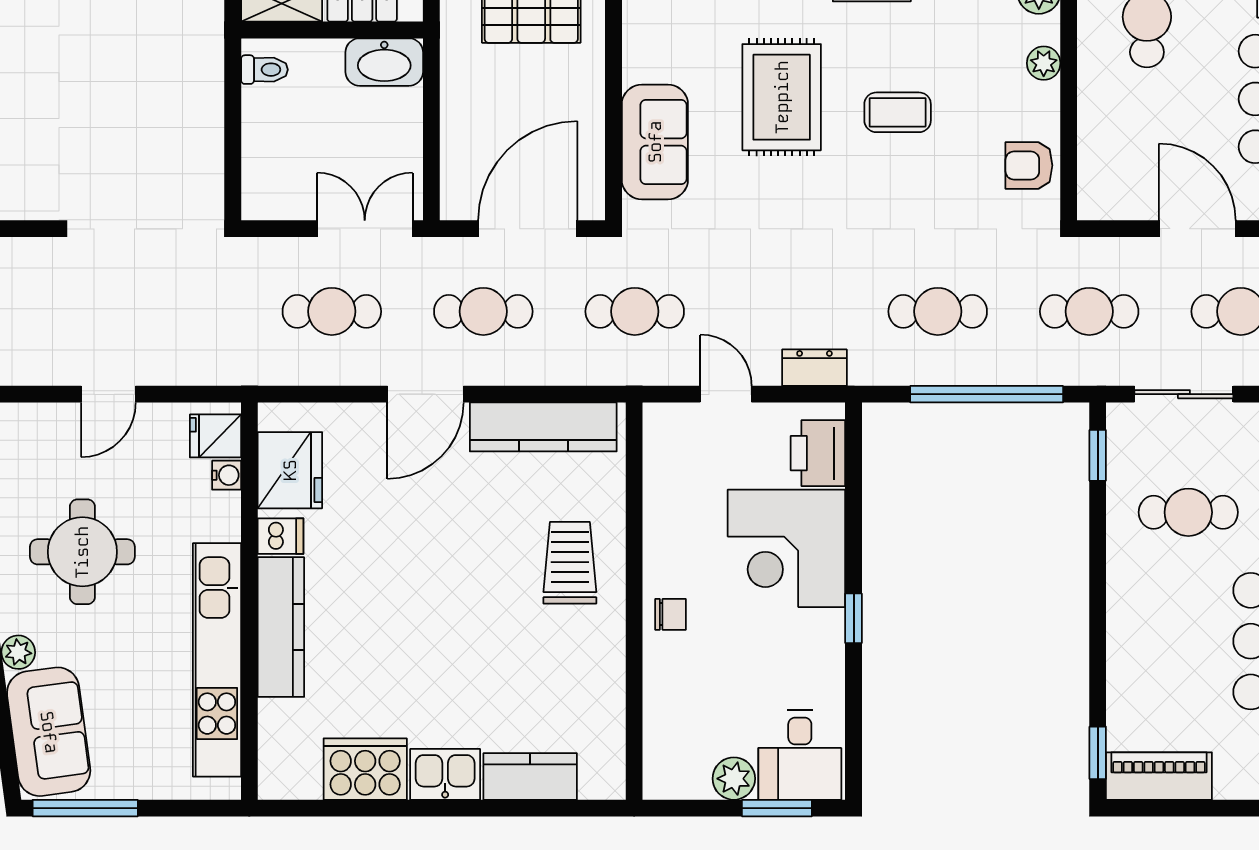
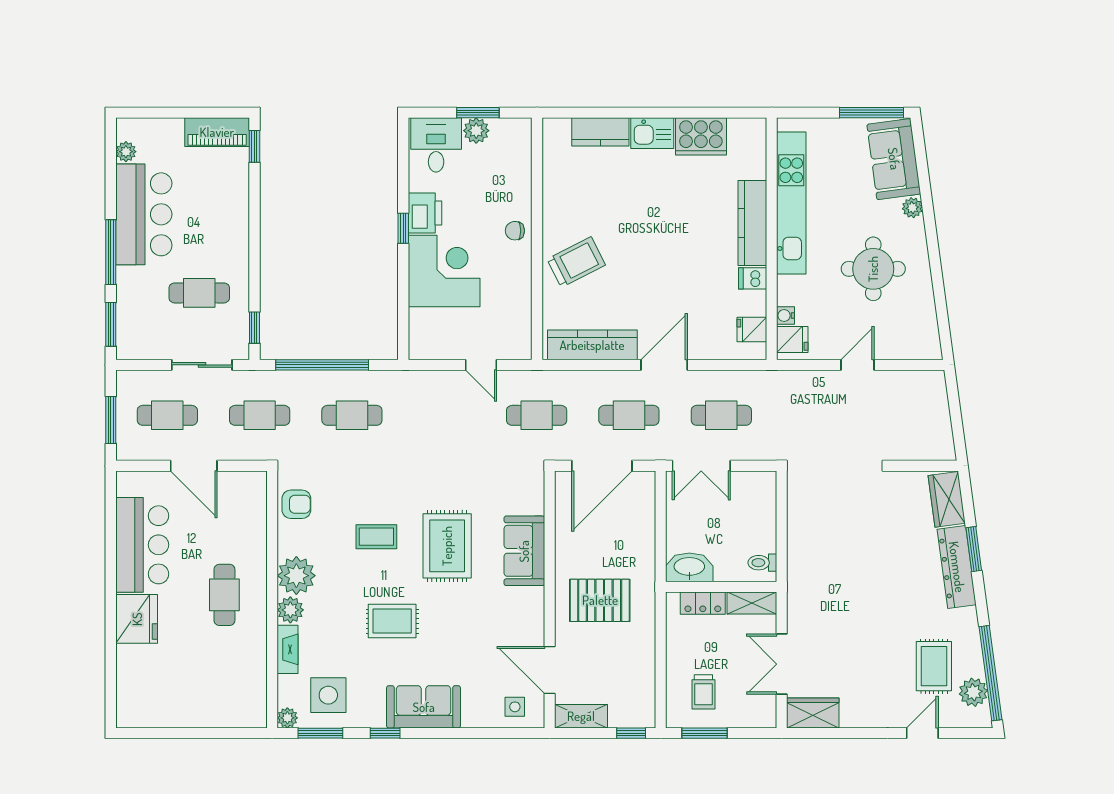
plant: (1044, 63) -> (296, 576), width x1.87, depth x1.87
sofa: (655, 142) -> (524, 551), moved
dresser: (814, 368) -> (427, 381), removed
printer: (818, 453) -> (425, 213), moved
fridge: (290, 470) -> (752, 329), width x0.53, depth x0.75
trolley: (570, 563) -> (576, 262), turned -117
window: (777, 808) -> (478, 113), moved

